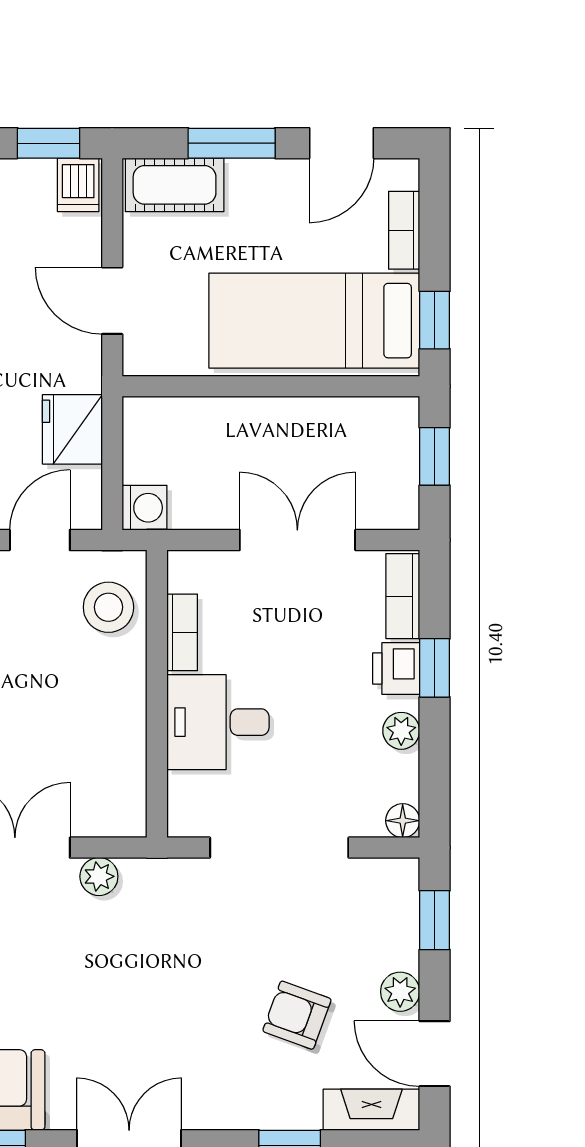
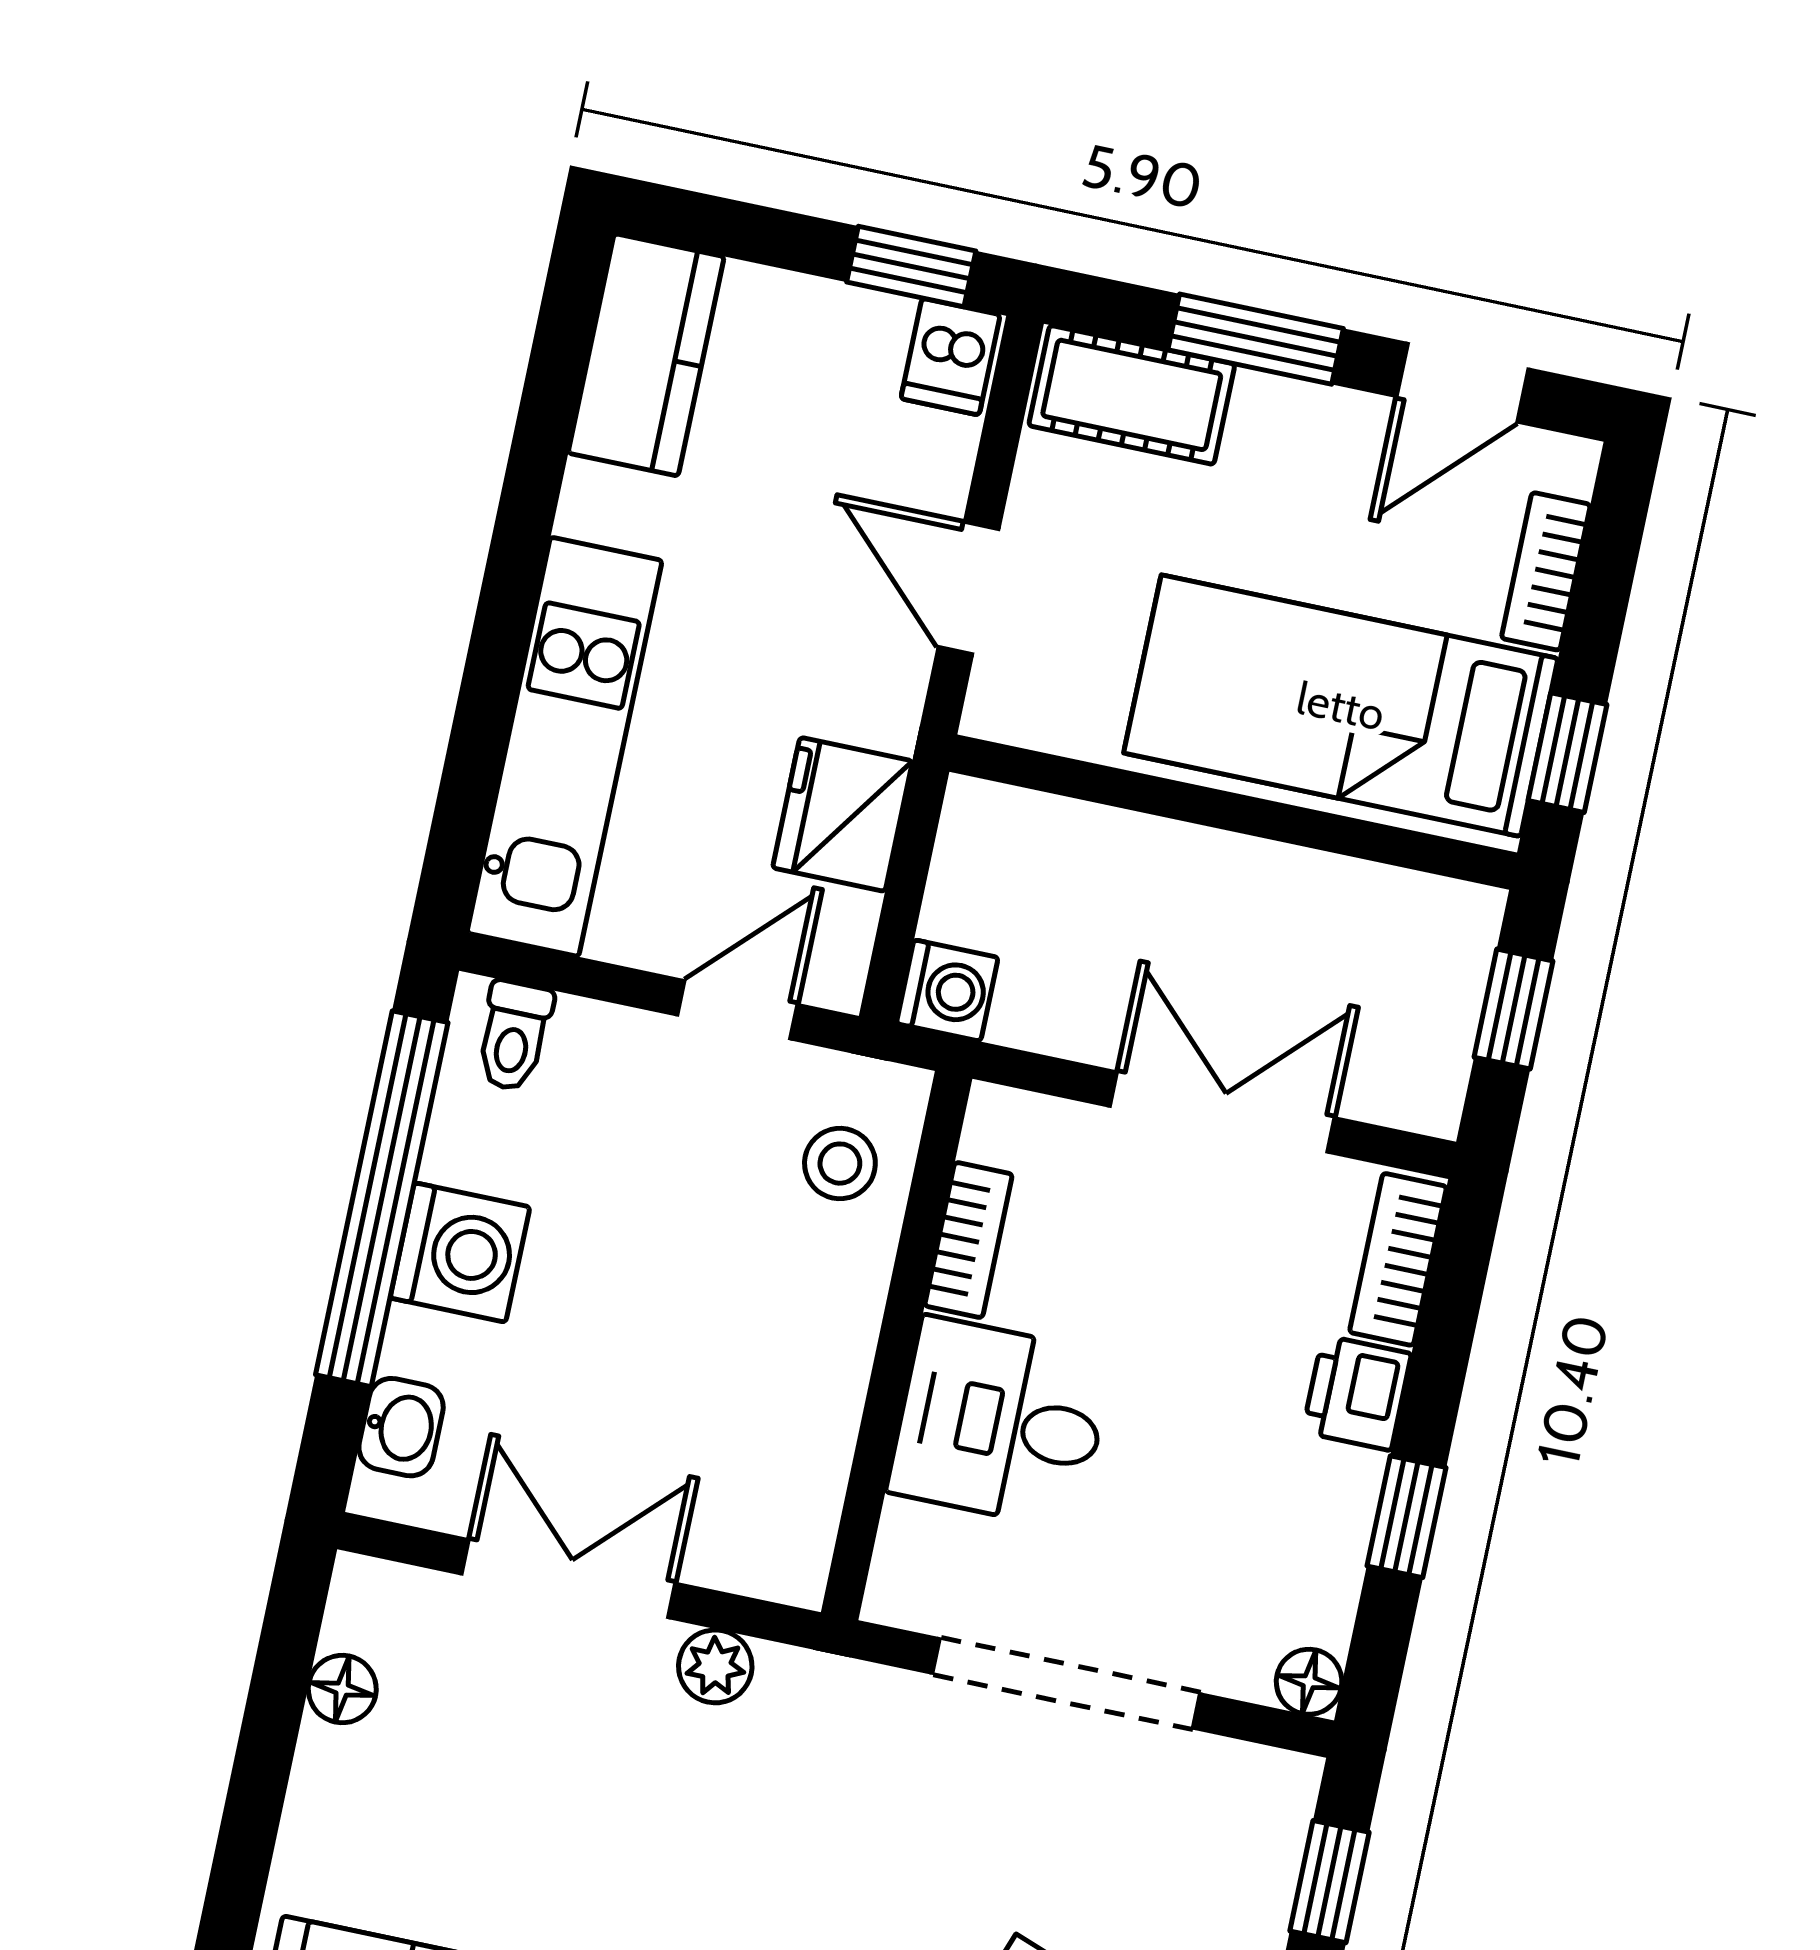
stool: (108, 607) -> (840, 1164), width x0.73, depth x0.73
window: (435, 668) -> (1406, 1517), moved
plant: (401, 731) -> (1342, 1512), removed

